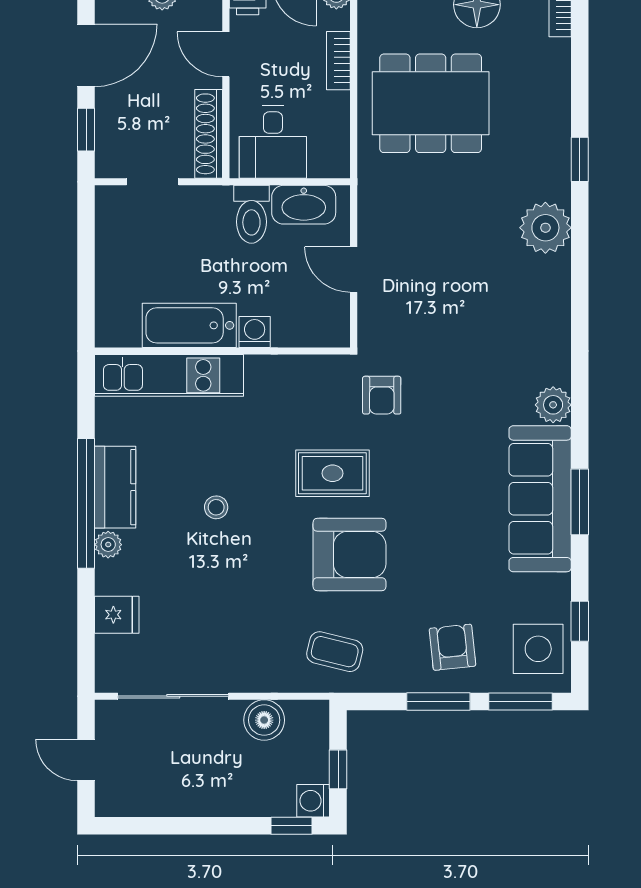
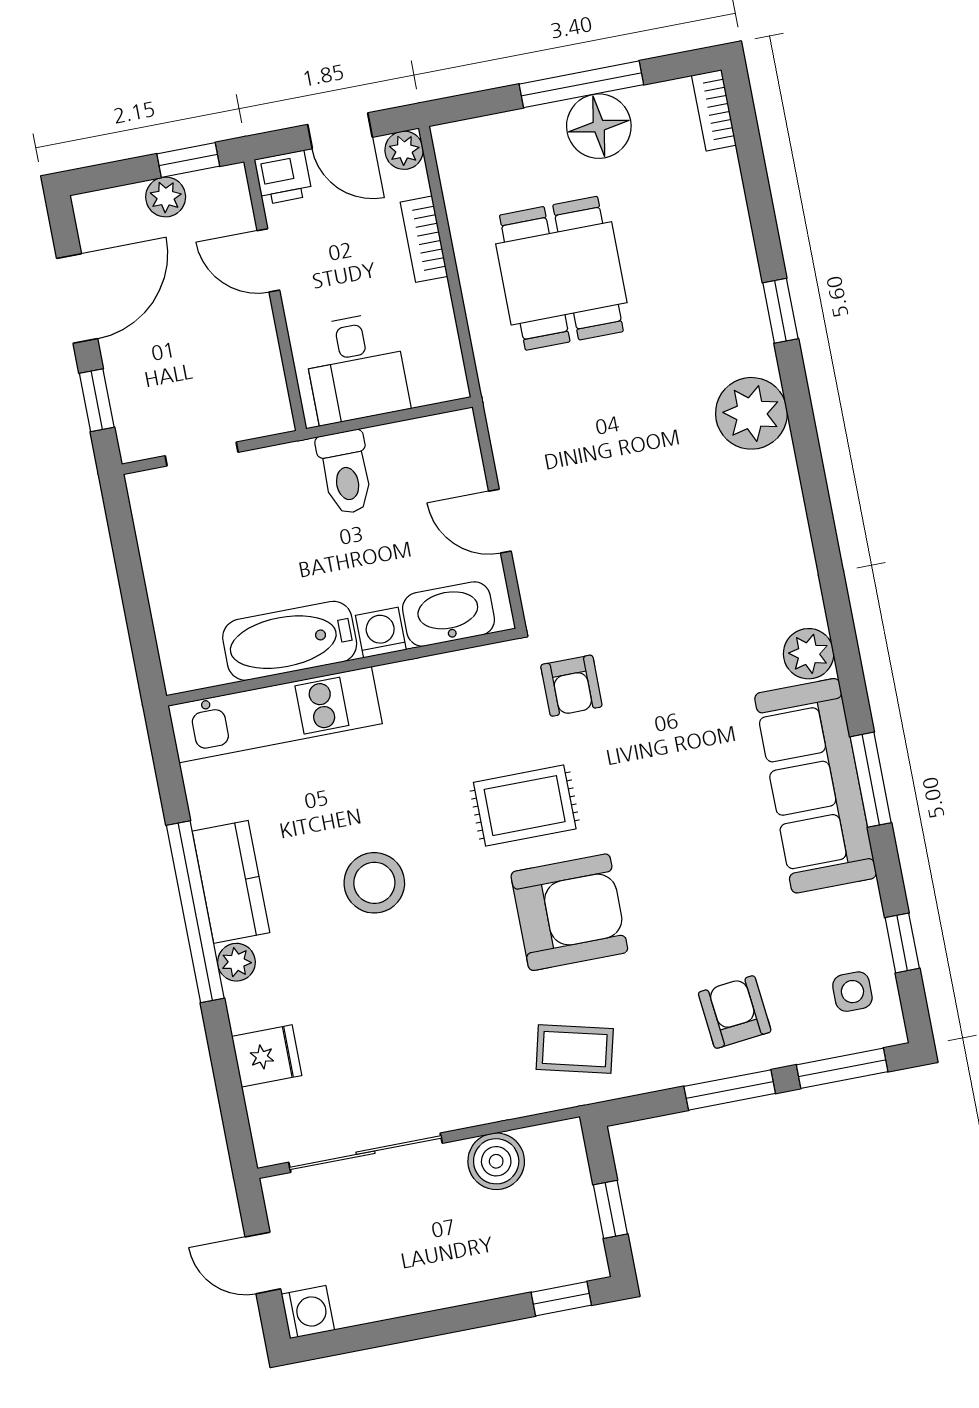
dining table: (431, 103) -> (561, 273), width x0.73
shoe rack: (209, 134) -> (266, 374), removed
washbasin: (304, 205) -> (449, 614), moved, turned 180
stool: (216, 507) -> (374, 883), width x1.89, depth x1.89
side table: (538, 649) -> (852, 992), width x0.54, depth x0.54
washing machine: (313, 801) -> (308, 1312), moved, turned 180

